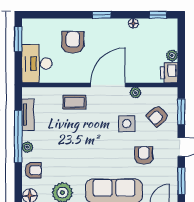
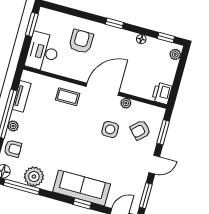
plant: (172, 55) -> (175, 54), moved
armchair: (144, 155) -> (118, 163), removed

